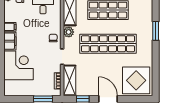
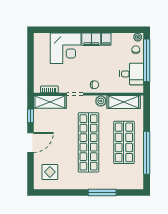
window: (156, 31) -> (102, 193), width x1.44
display table: (136, 80) -> (50, 172), width x0.54, depth x0.54
window: (43, 99) -> (30, 74), removed

